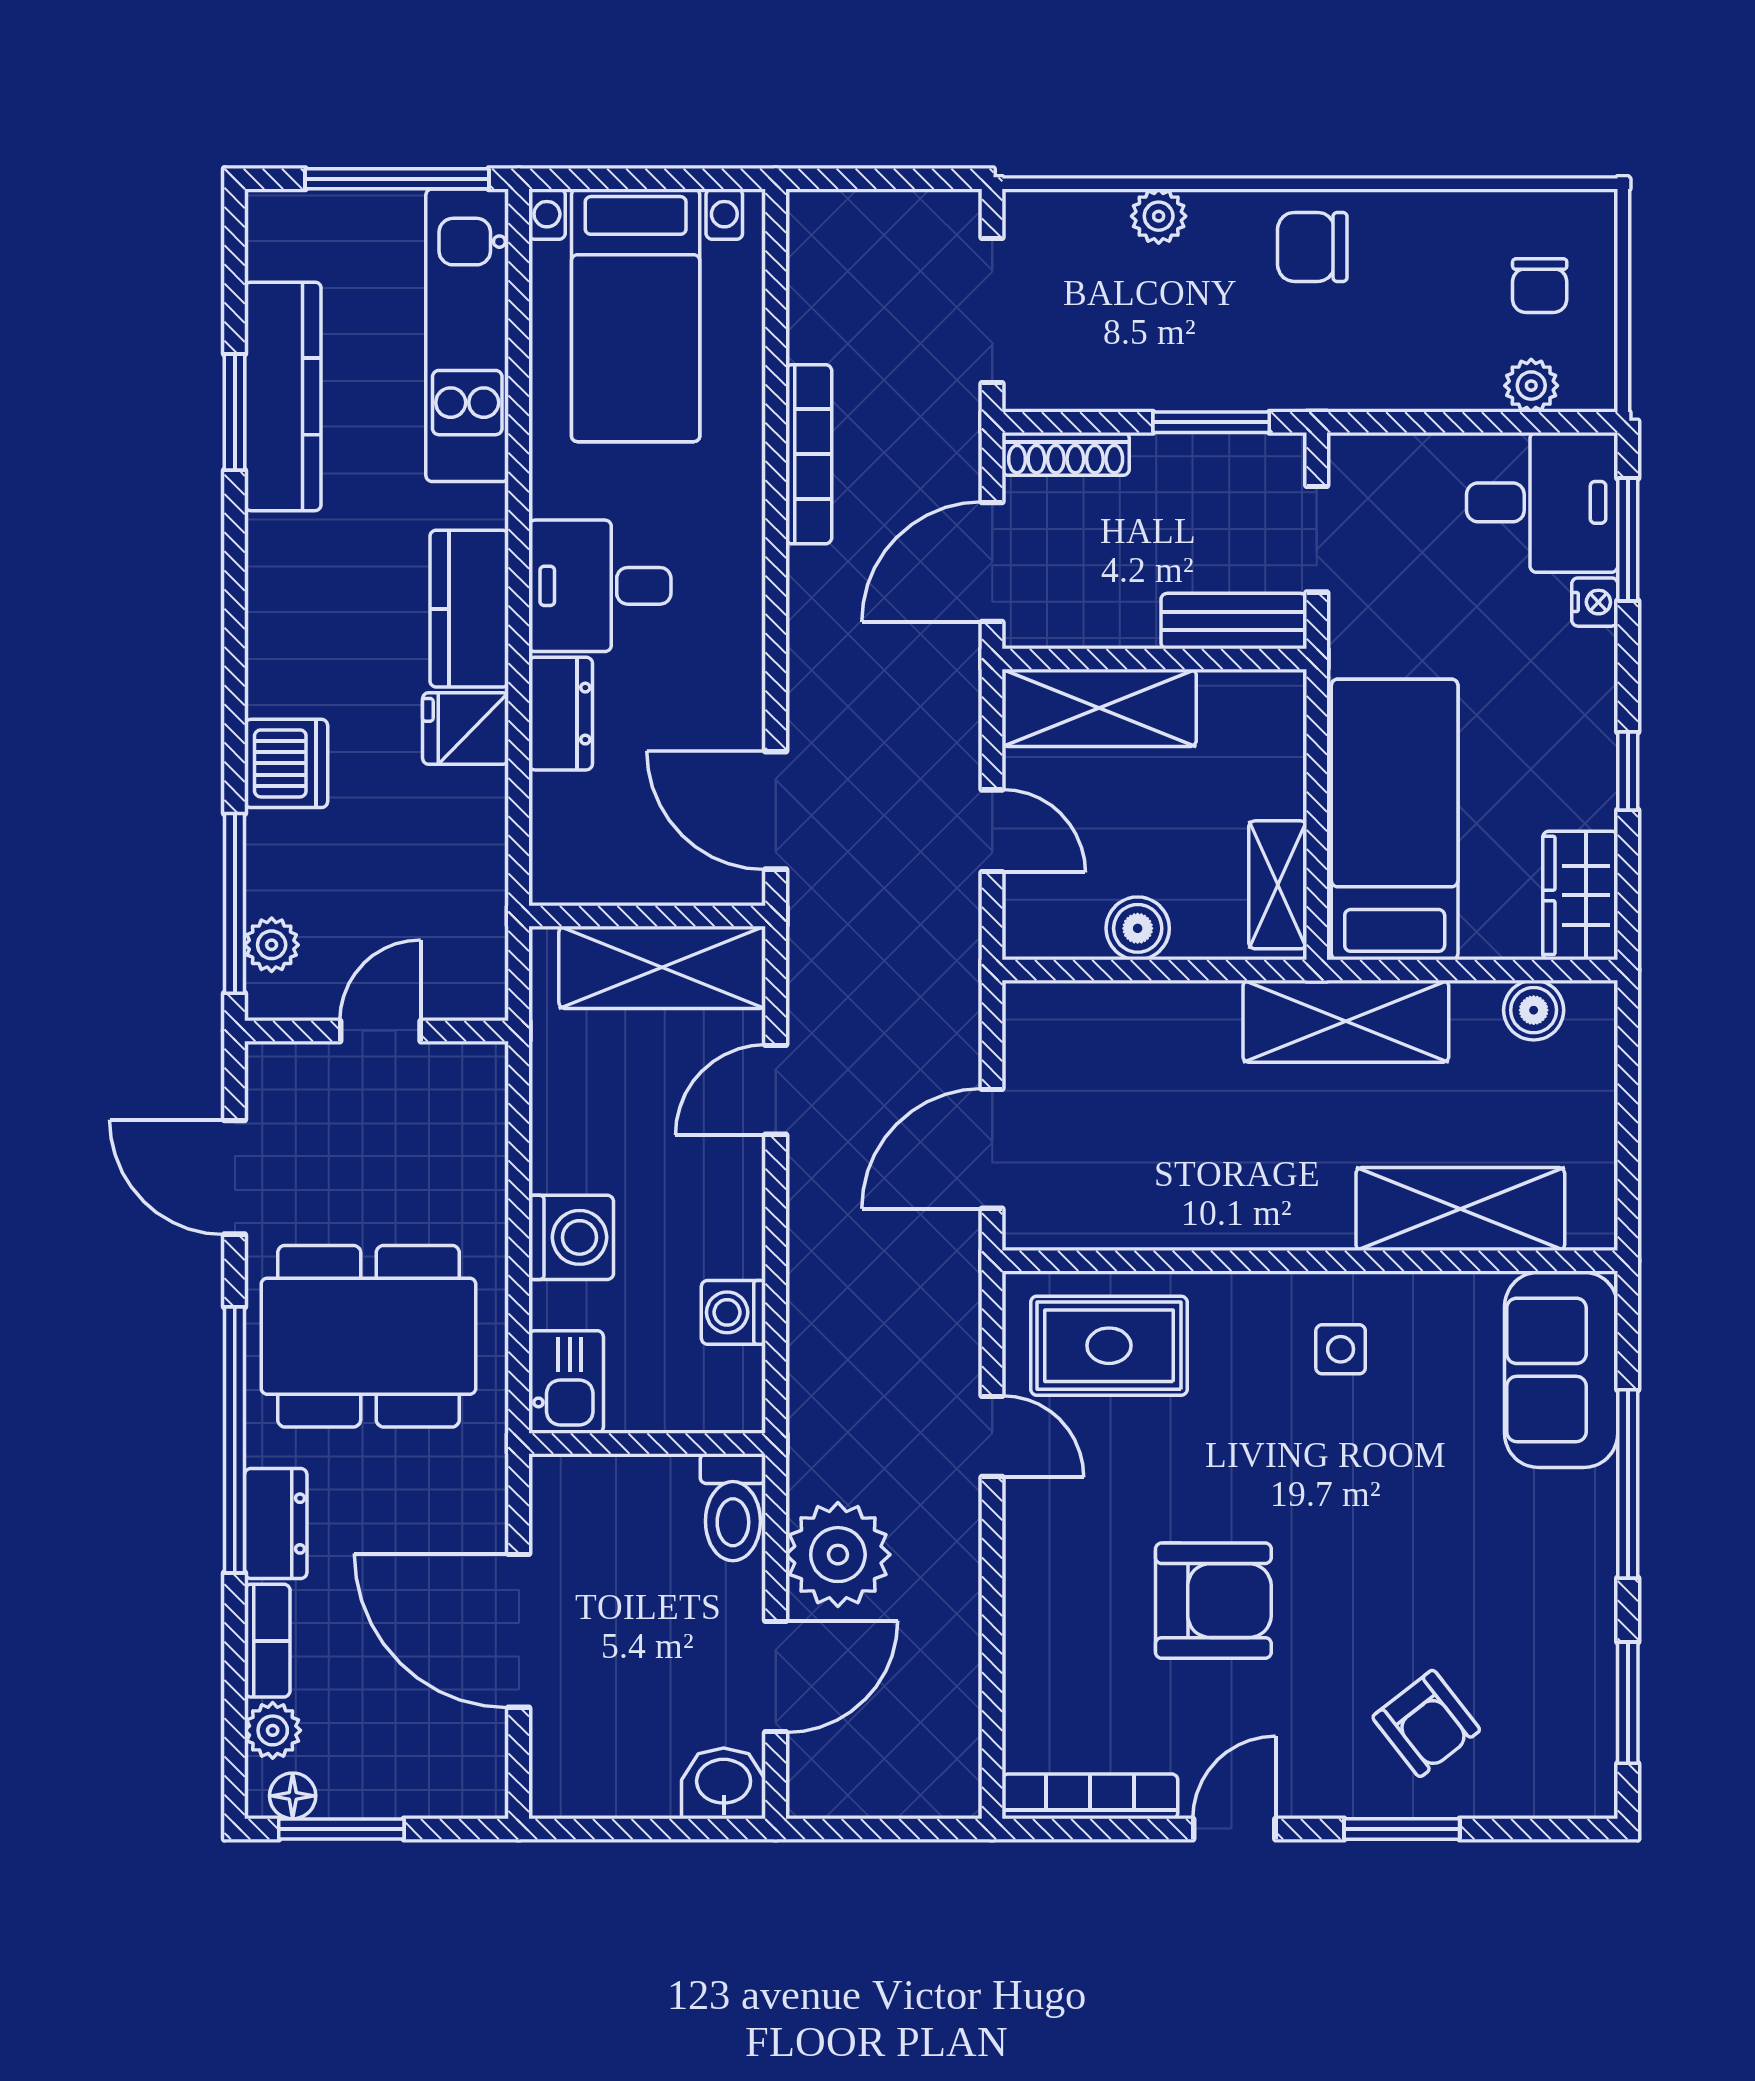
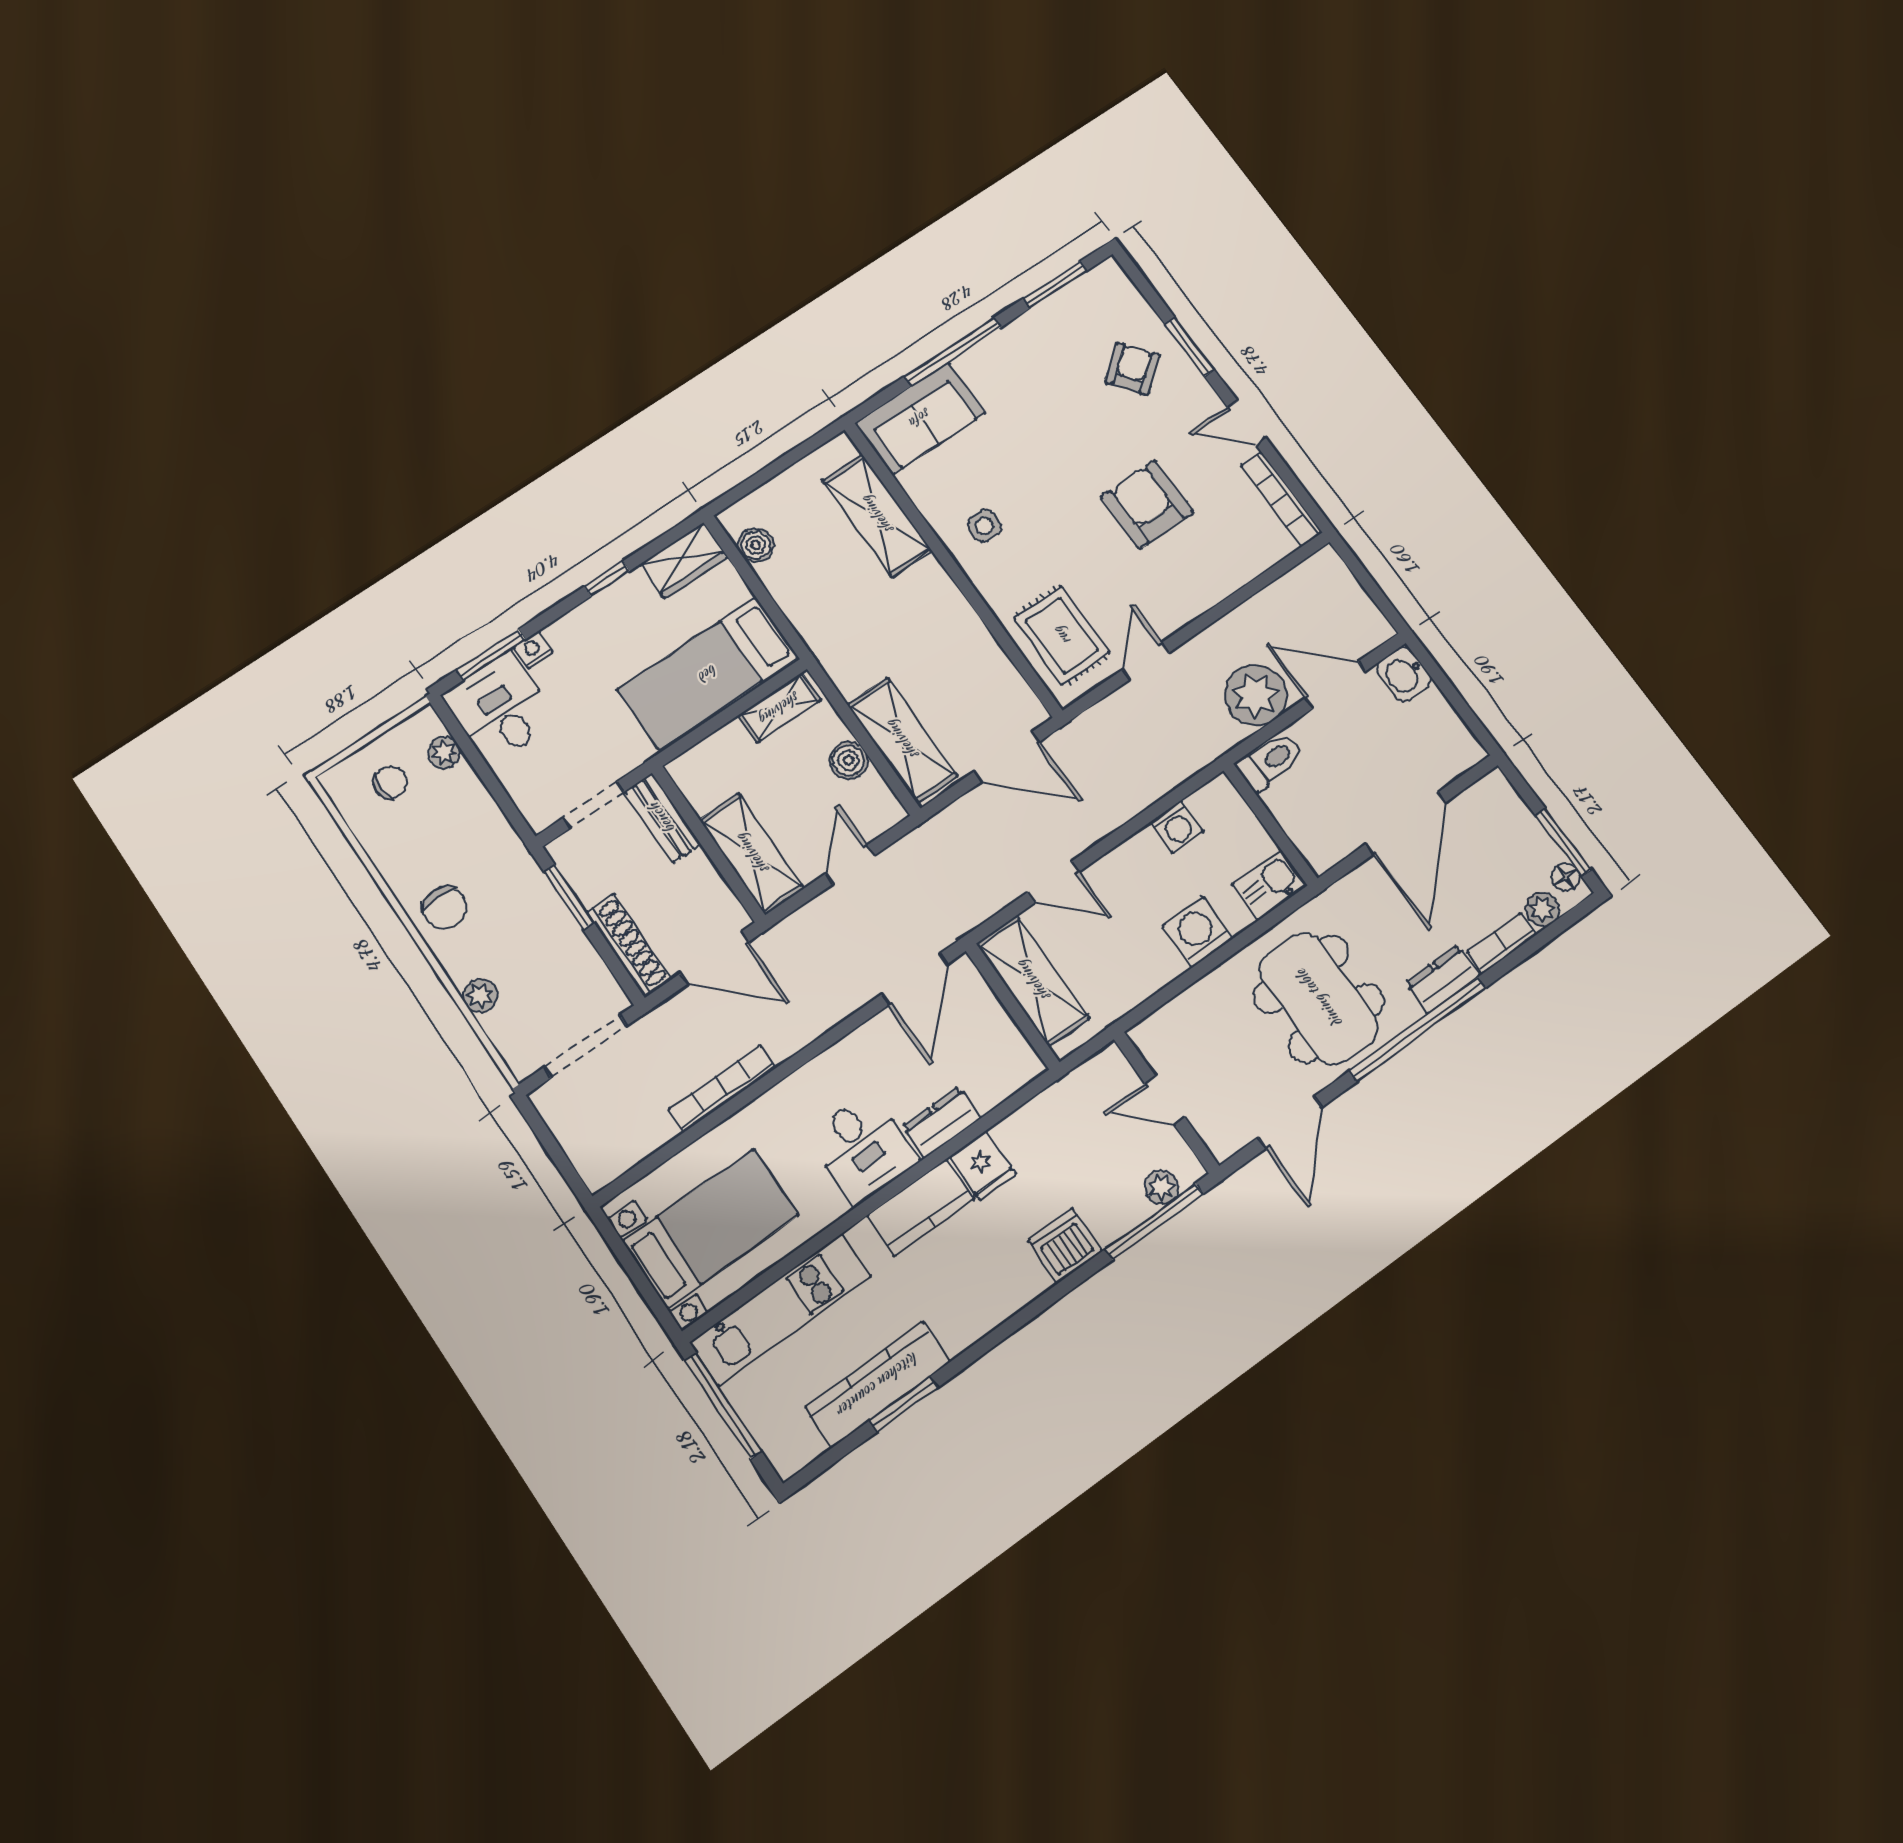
shoe rack: (1066, 454) -> (629, 945), width x1.36, depth x1.24
shelving: (1346, 1021) -> (902, 740), moved

